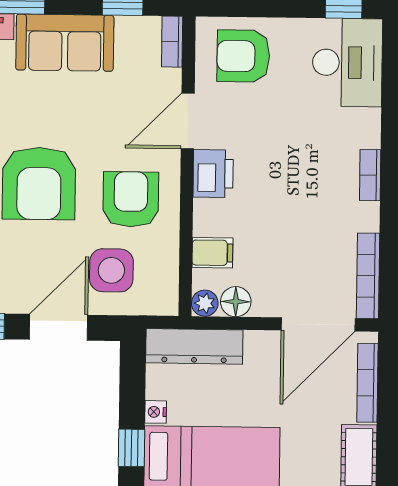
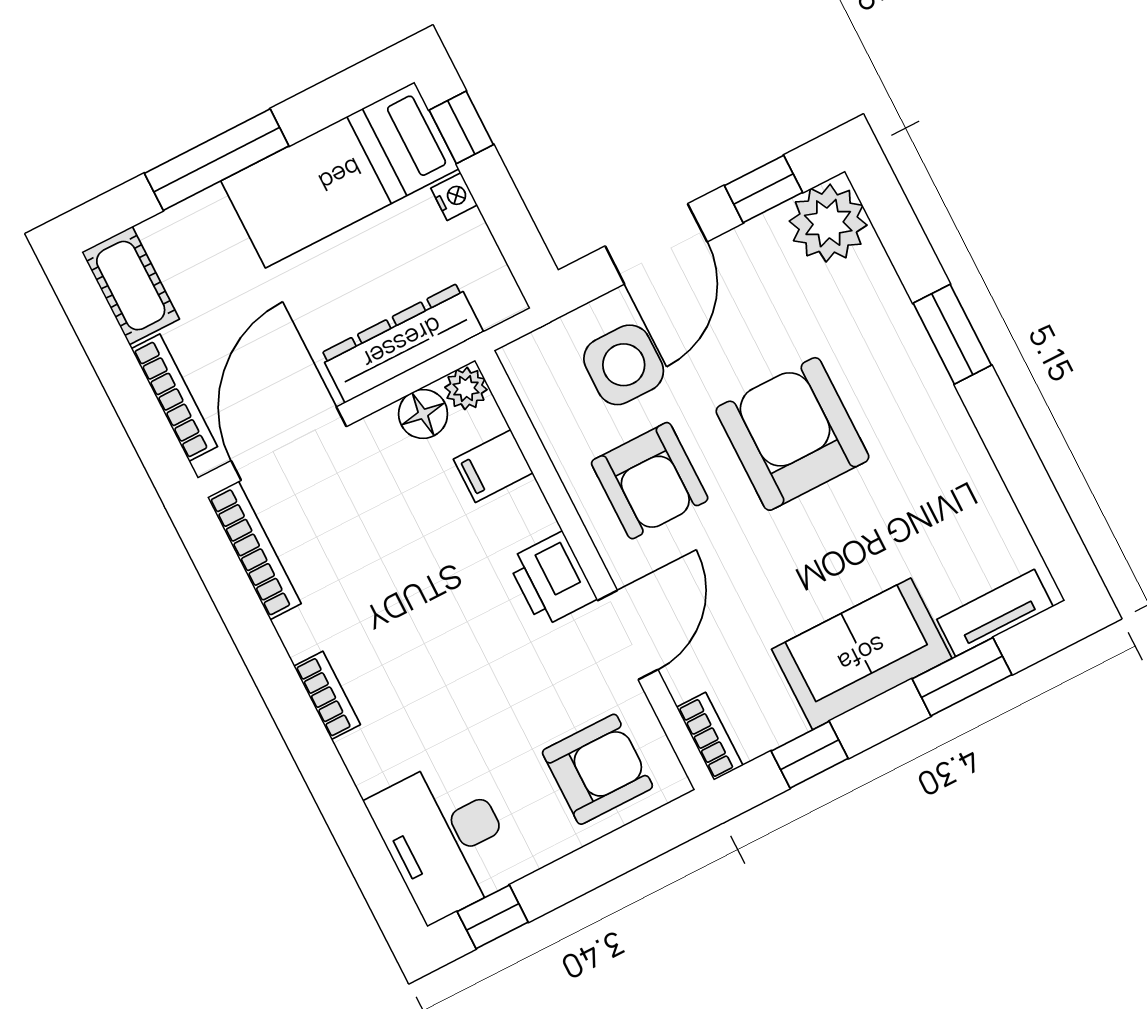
dresser: (194, 346) -> (402, 343), moved

